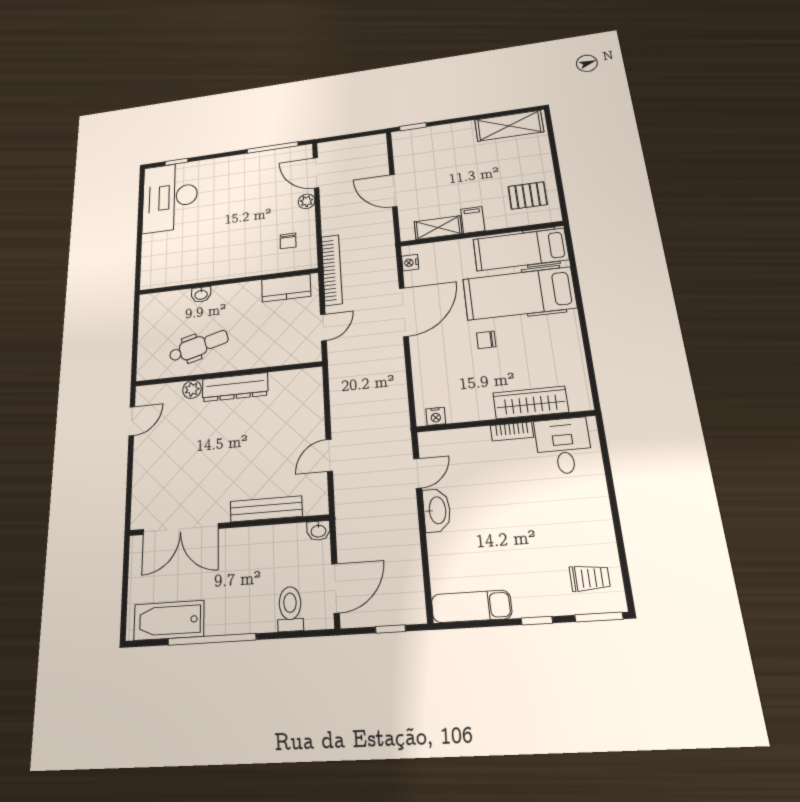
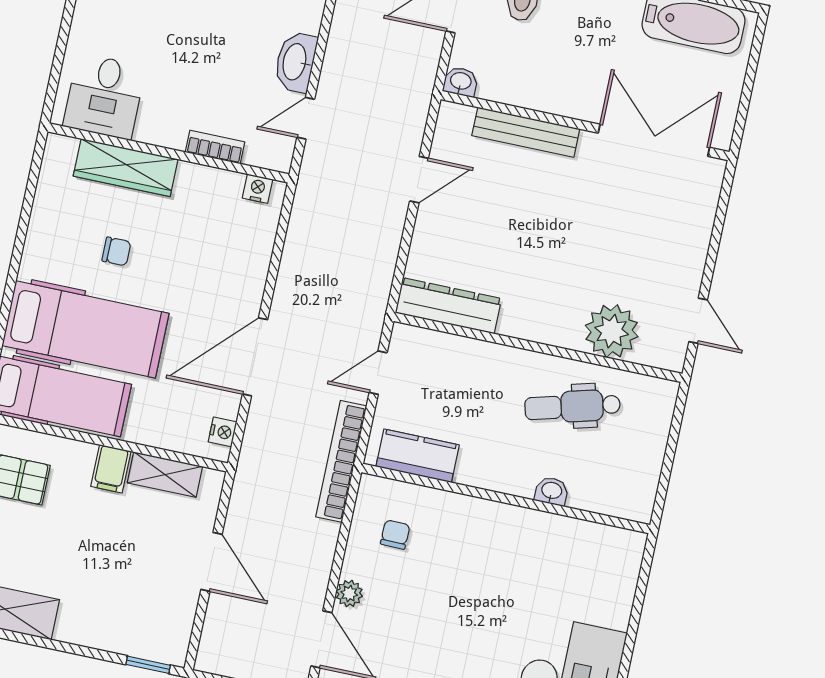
chair: (486, 340) -> (116, 251), moved
dresser: (235, 387) -> (448, 306), moved
plant: (192, 389) -> (612, 331), width x1.87, depth x1.87
door: (132, 421) -> (698, 321), swing flipped
bookcase: (512, 431) -> (215, 147), moved

